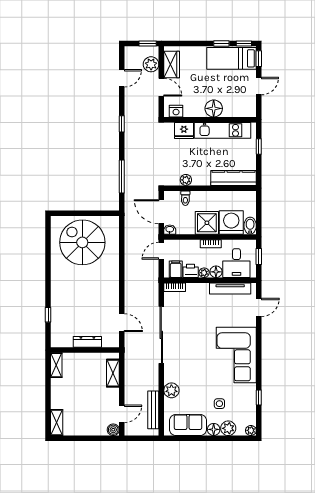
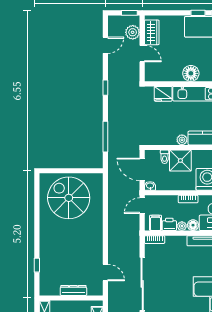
nightstand: (176, 111) -> (156, 76), removed
plant: (186, 180) -> (182, 140), moved
shower: (207, 223) -> (180, 161), moved

